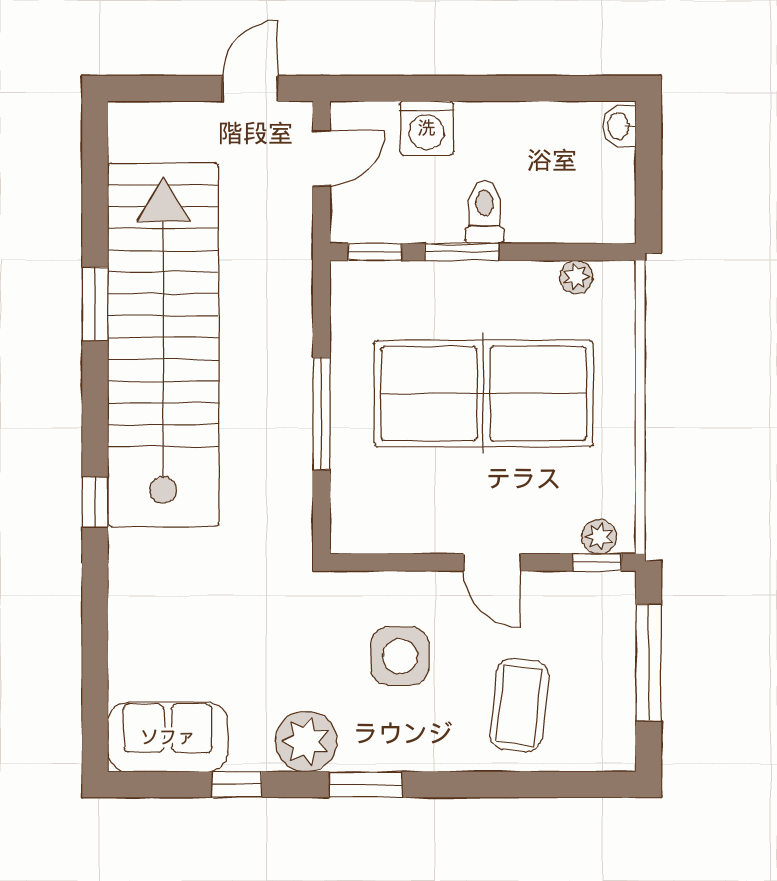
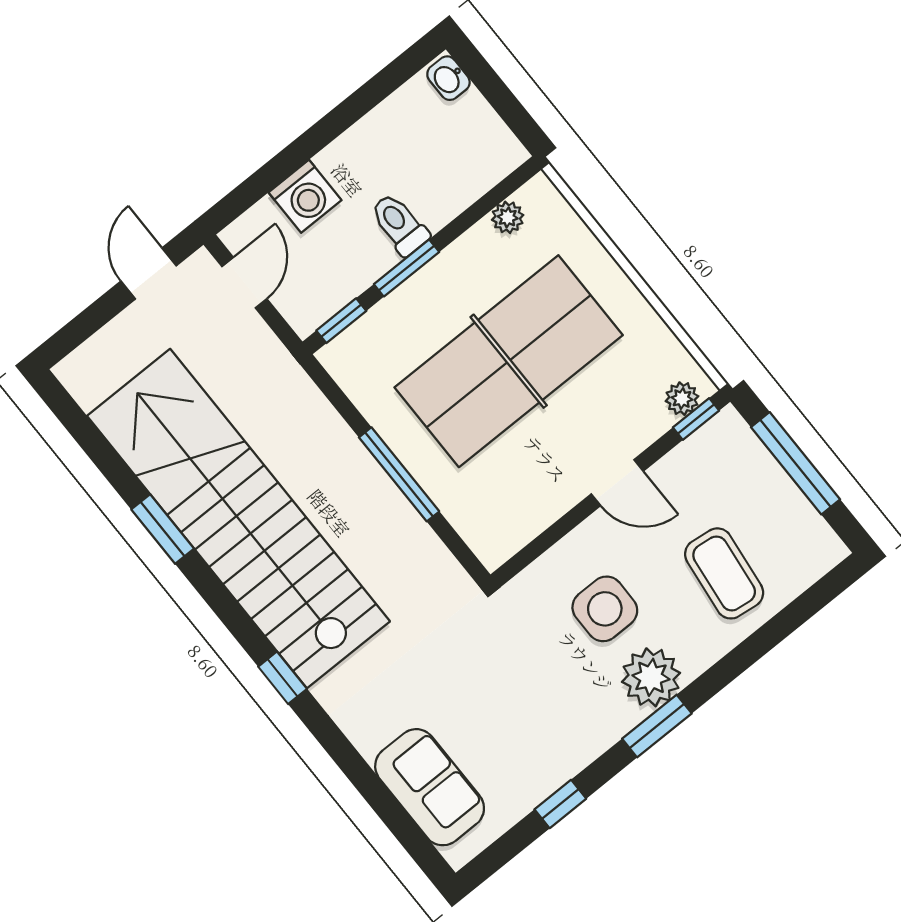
sofa: (168, 737) -> (430, 787), moved, turned 90
plant: (306, 741) -> (651, 677), moved

